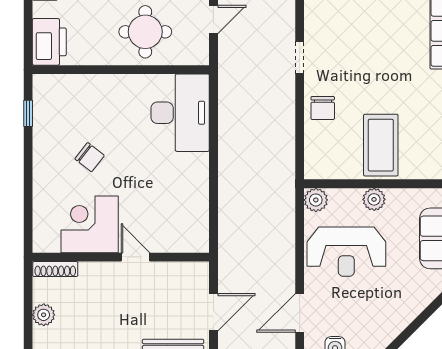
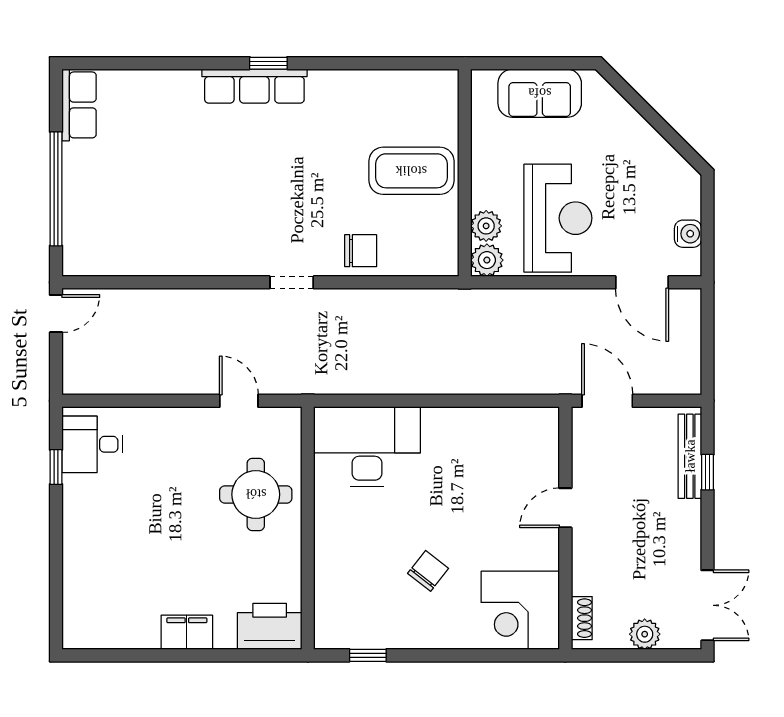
plant: (374, 199) -> (486, 226), moved
corner desk: (90, 224) -> (520, 610), moved
shoe rack: (55, 269) -> (582, 618), width x0.70
door: (213, 312) -> (607, 401), moved

